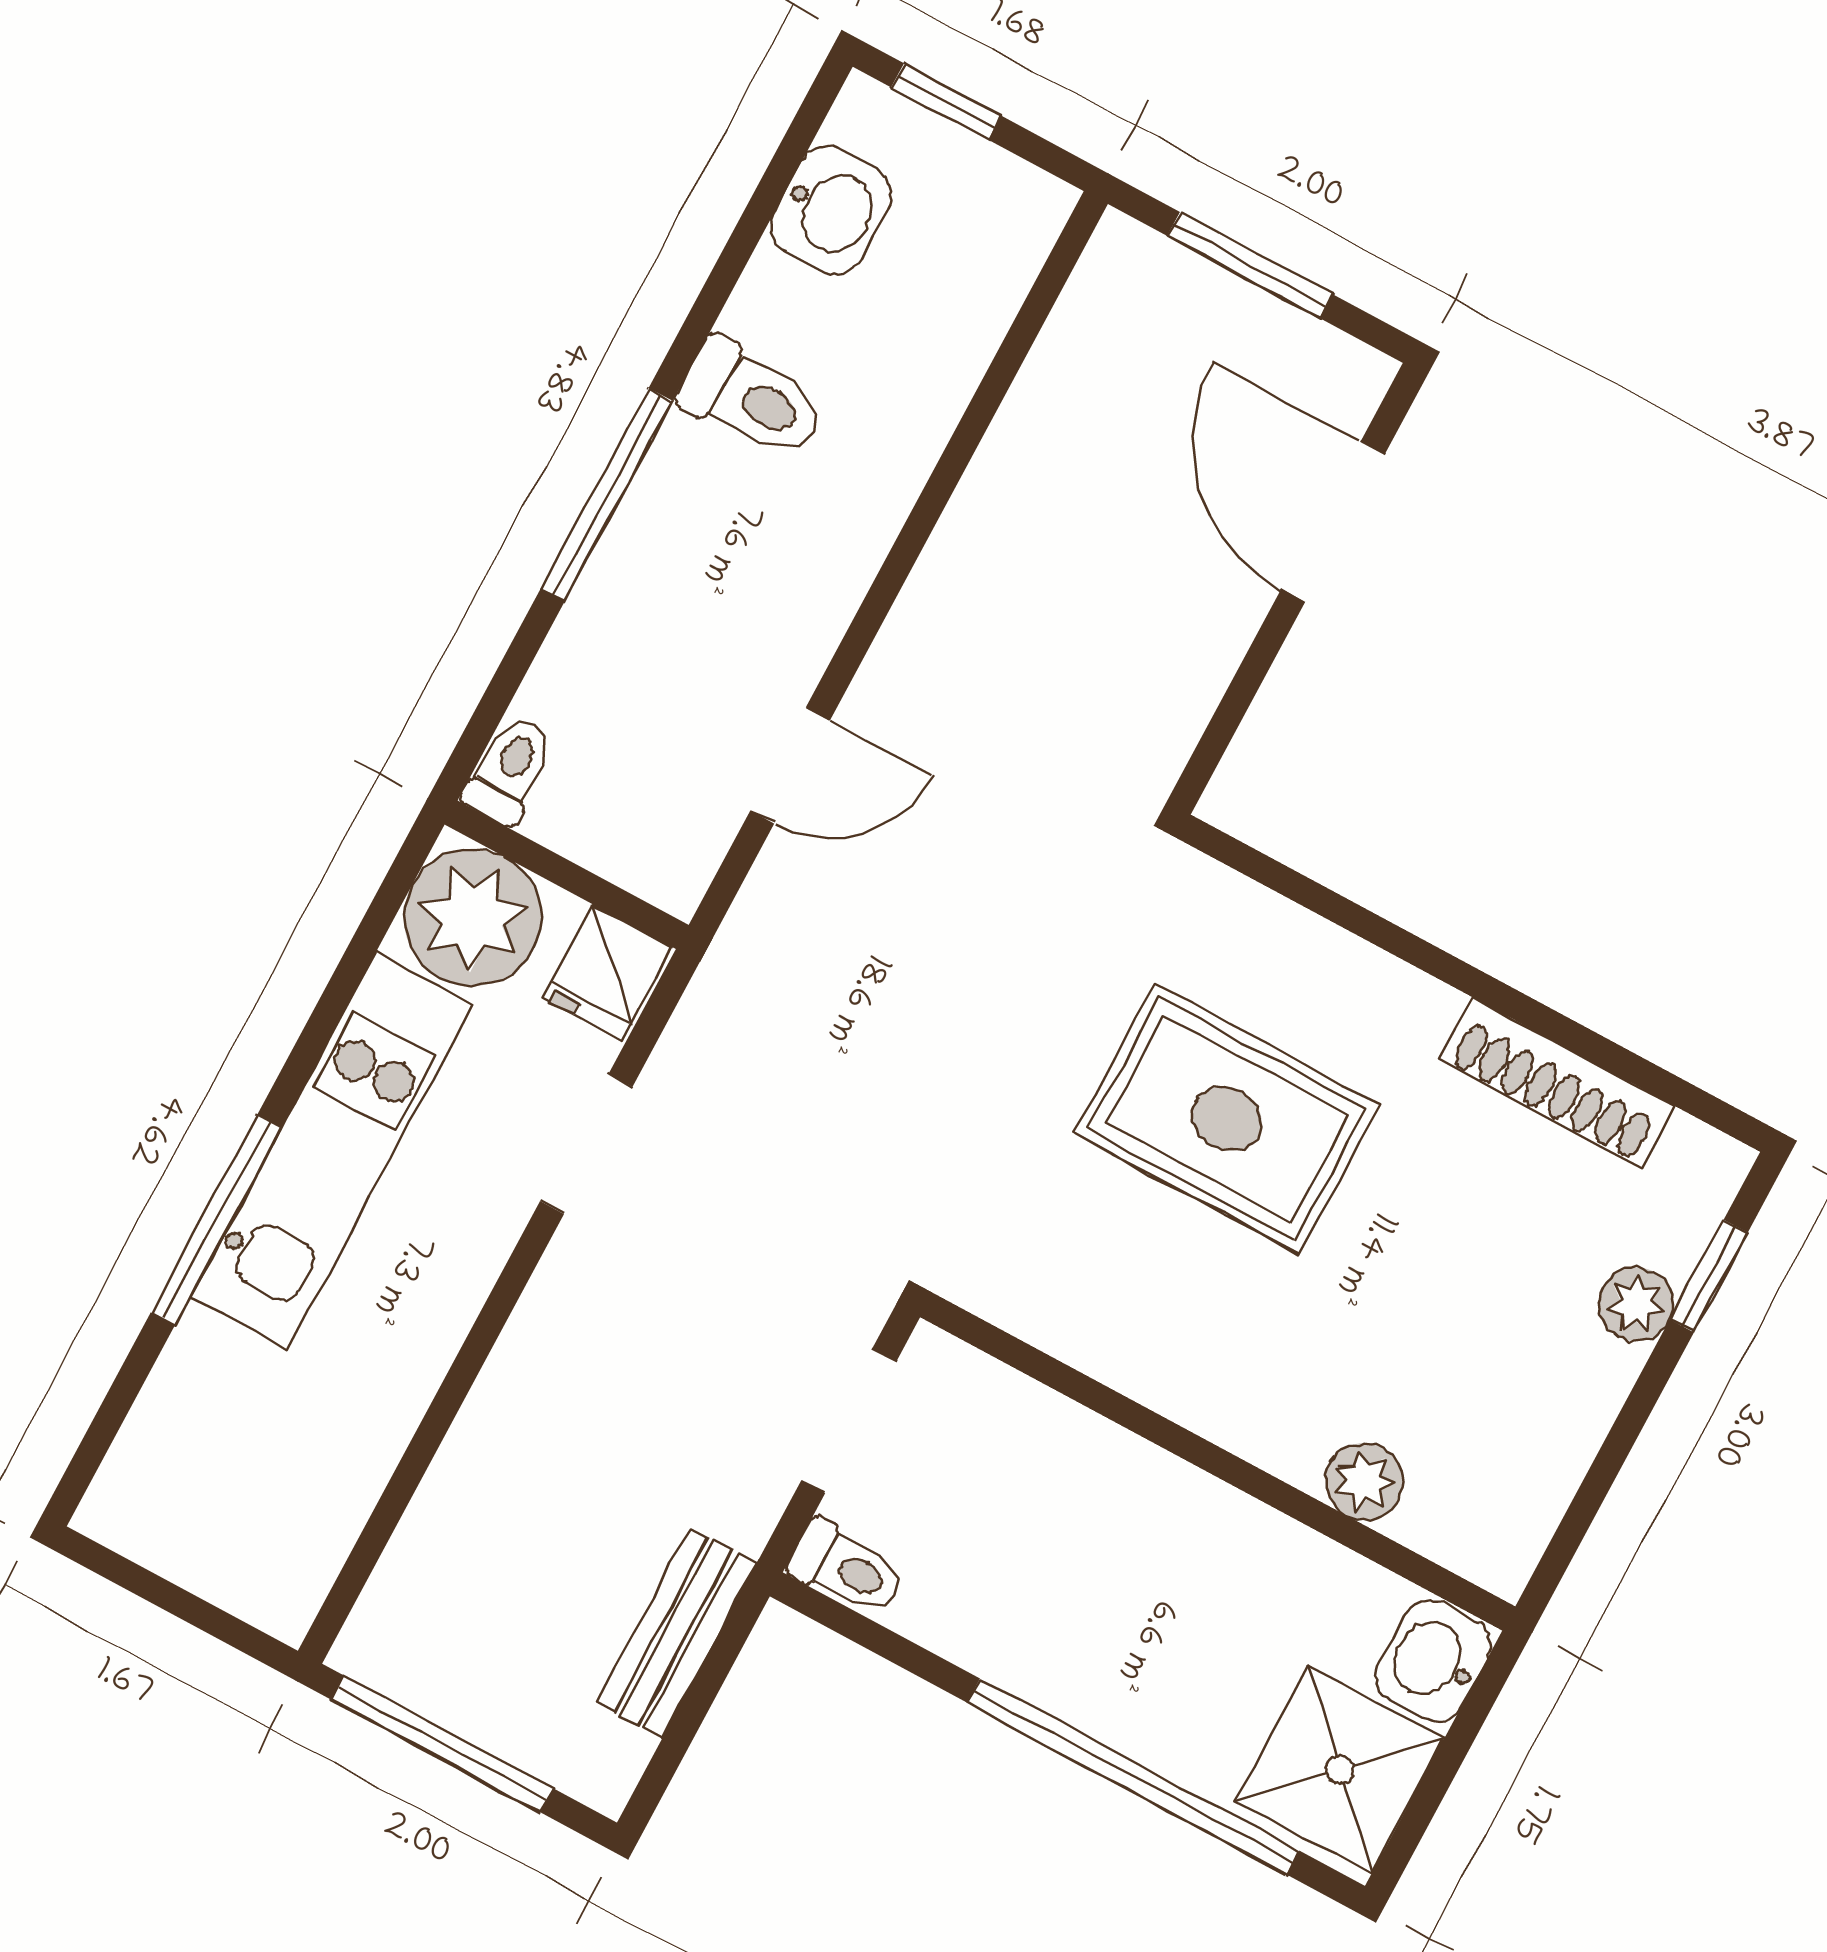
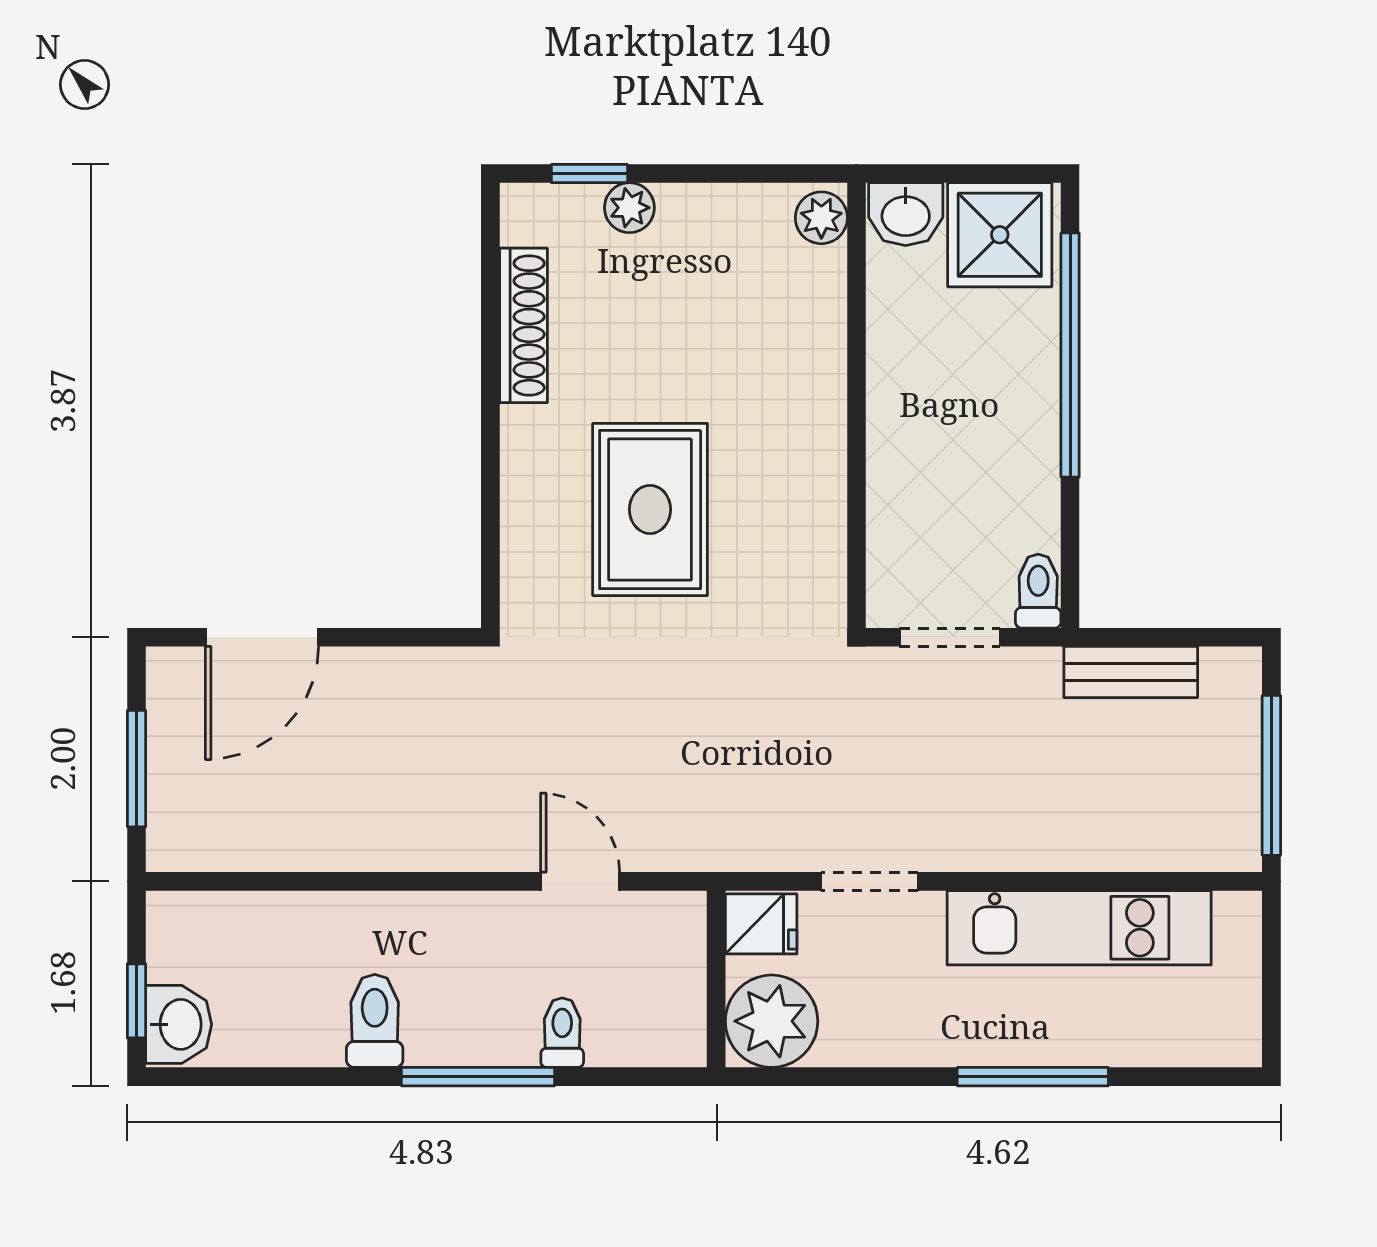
washbasin: (831, 210) -> (179, 1024), moved, turned 90
toilet: (510, 770) -> (562, 1033), moved, turned 90
kitchen unit: (332, 1150) -> (1079, 928), moved, turned 180
plant: (1364, 1482) -> (821, 218), moved

